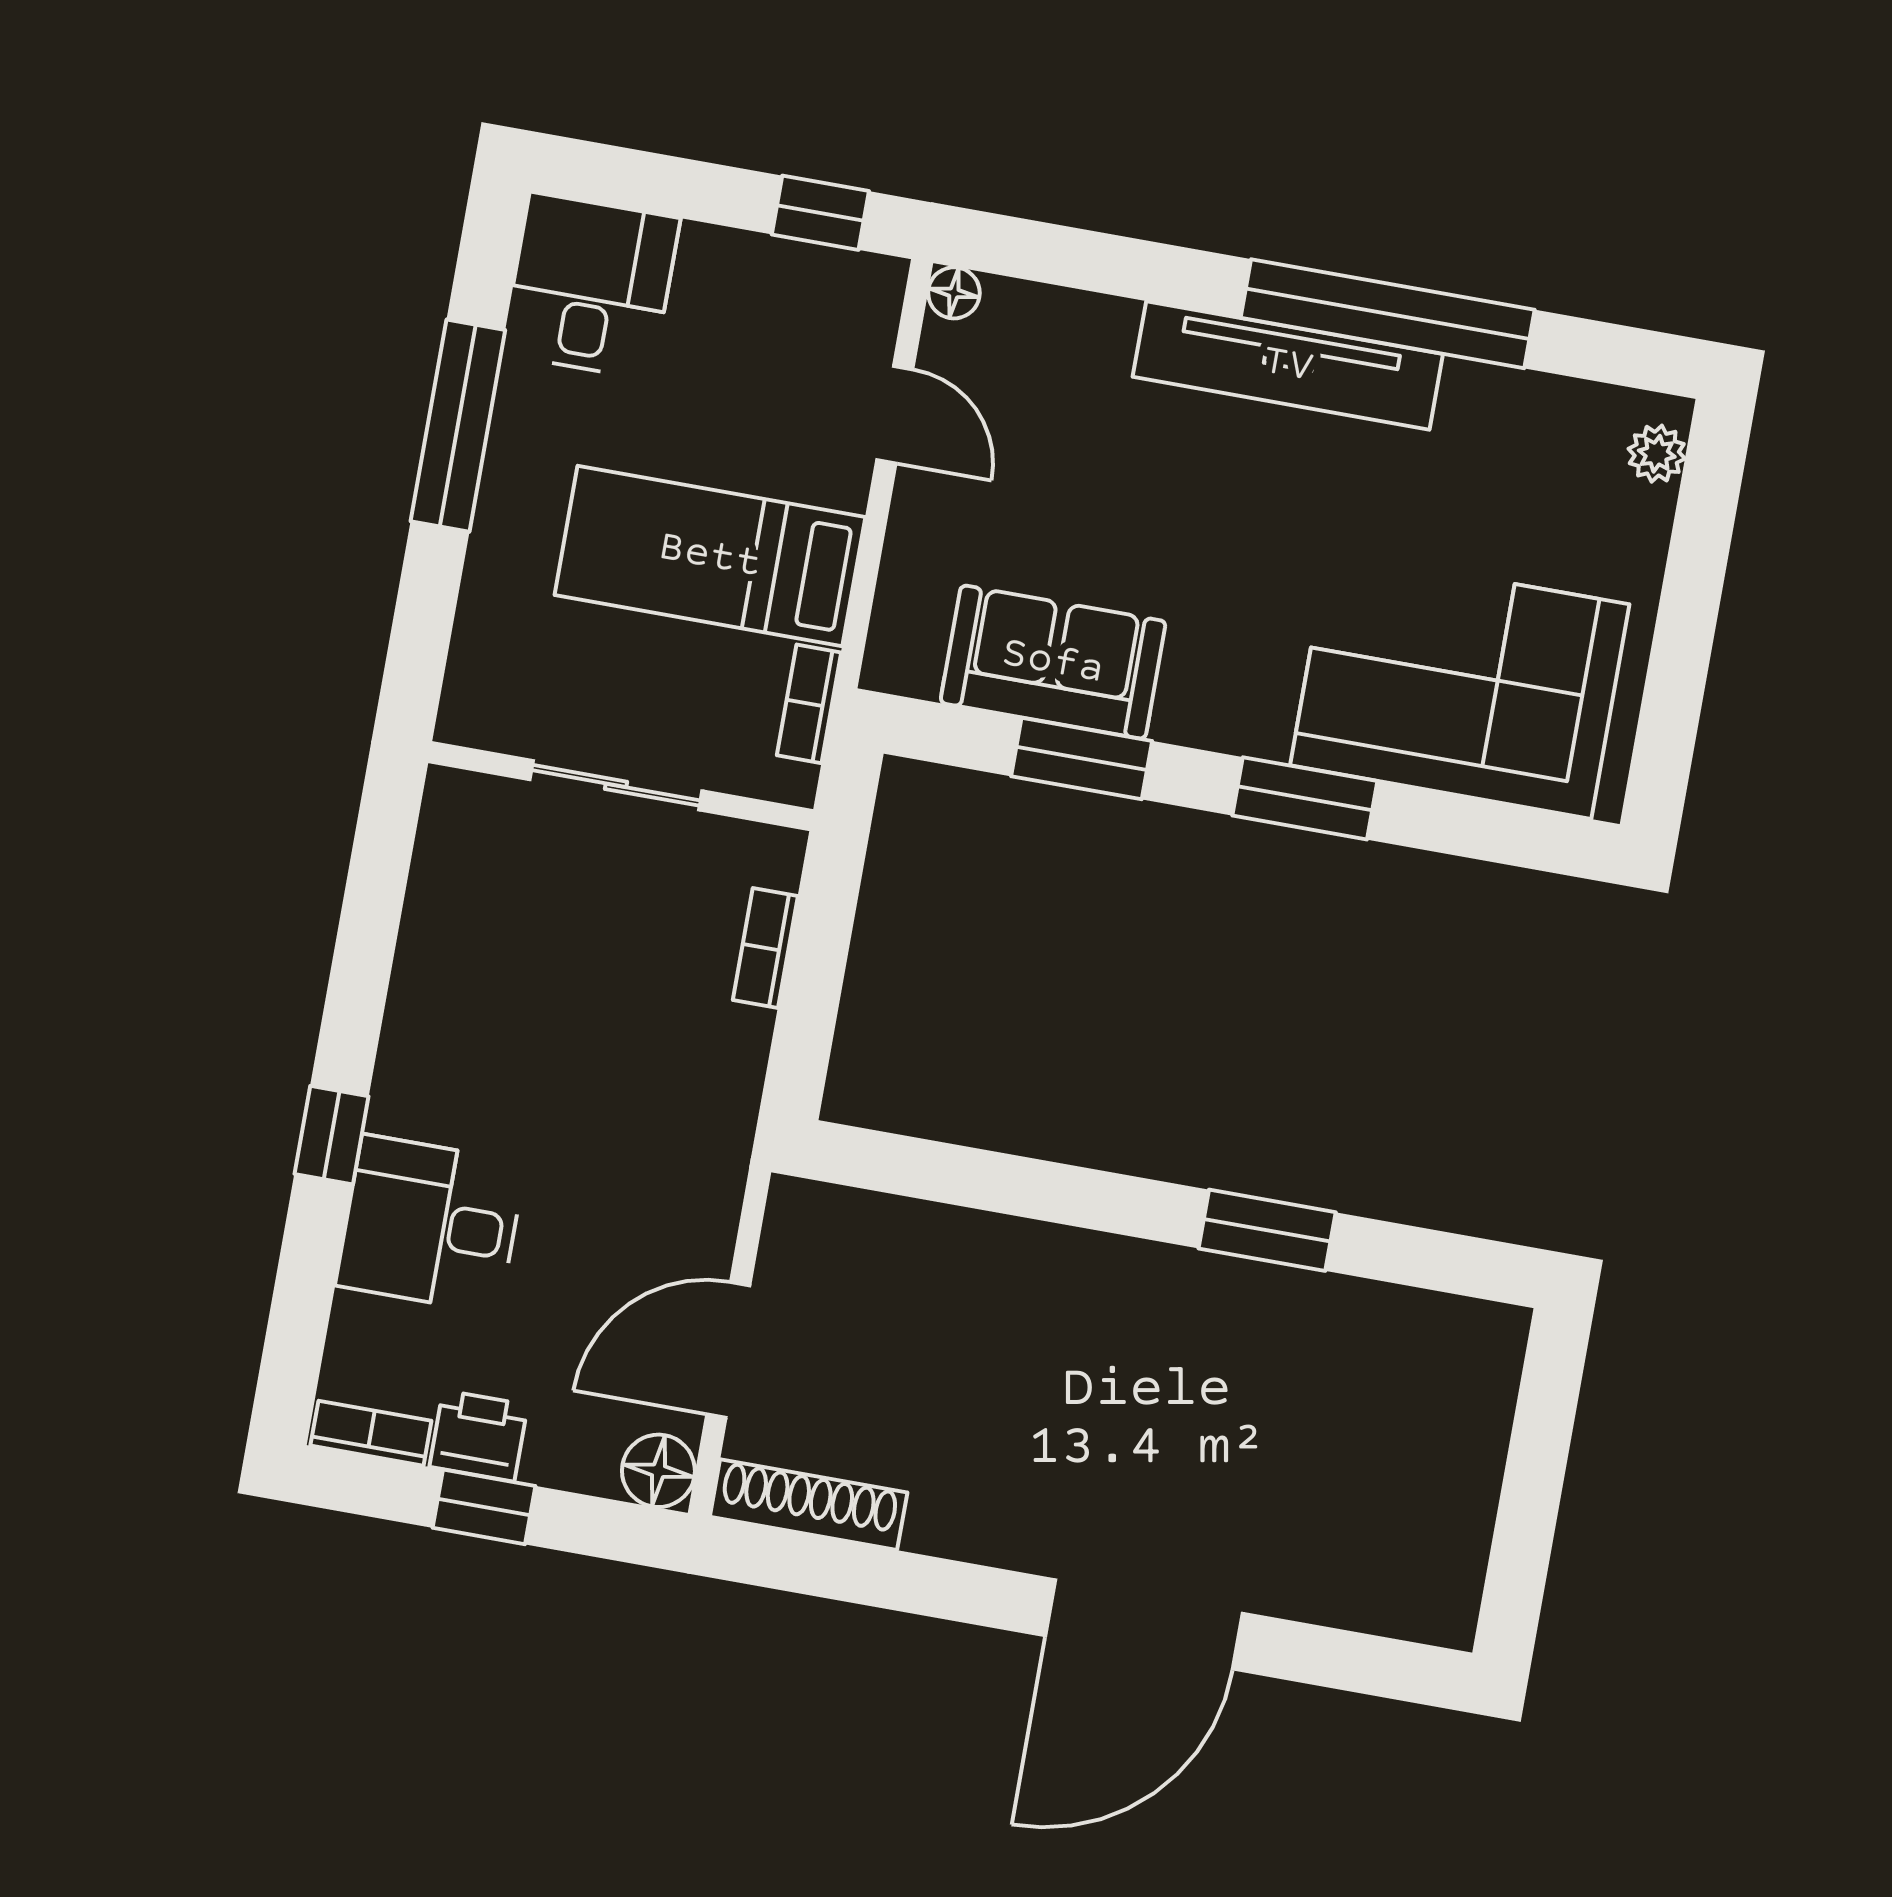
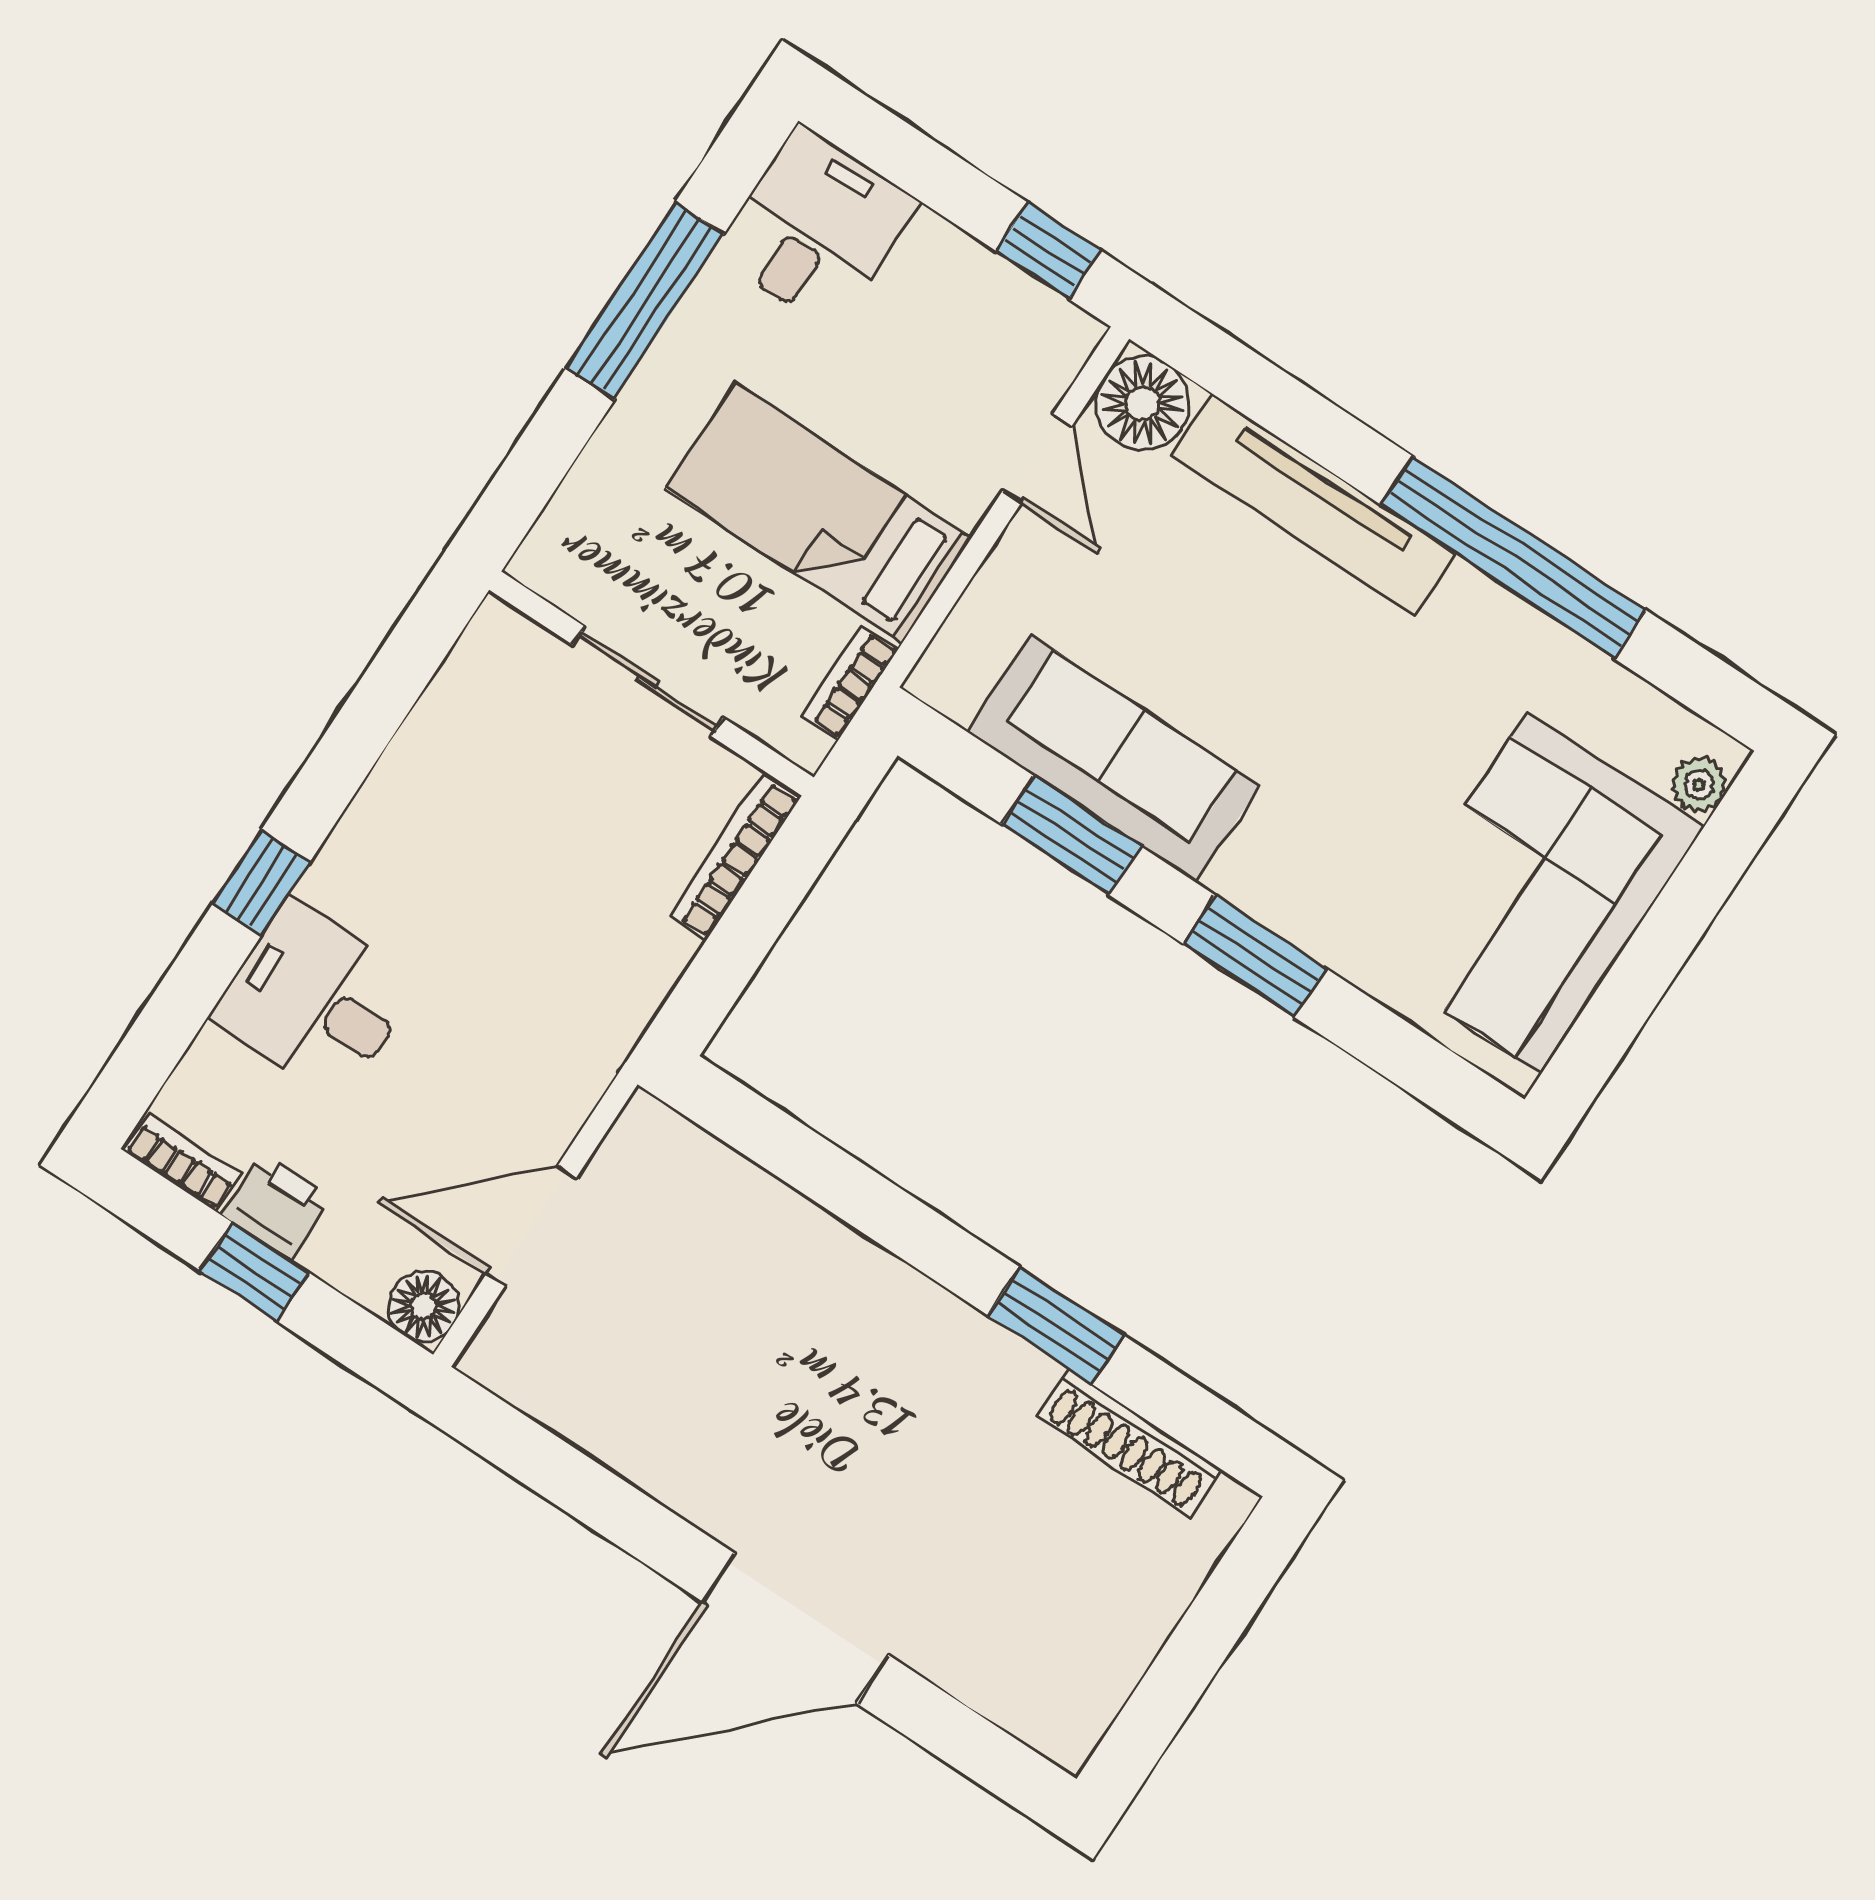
floor lamp: (954, 293) -> (1142, 403), width x1.89, depth x1.89
tv unit: (1288, 365) -> (1313, 505), moved
sofa: (1053, 662) -> (1113, 759), width x1.36
corner sofa: (1460, 685) -> (1534, 893), moved, turned -90
bookcase: (765, 948) -> (735, 857), width x1.56
shoe rack: (809, 1505) -> (1129, 1442), moved, turned 180

